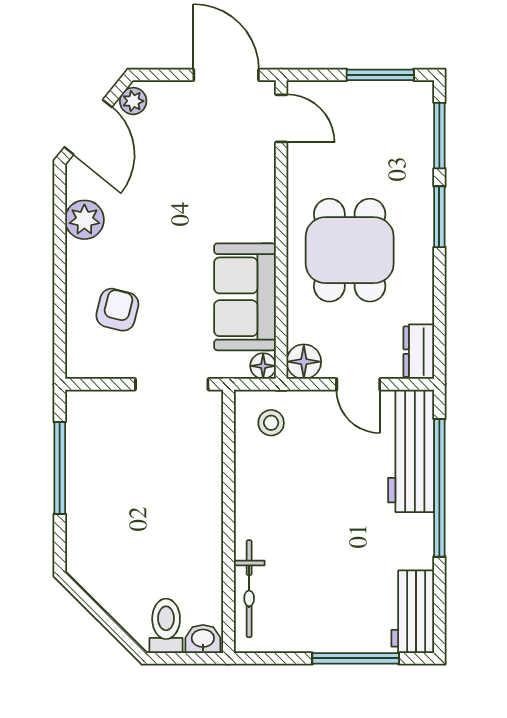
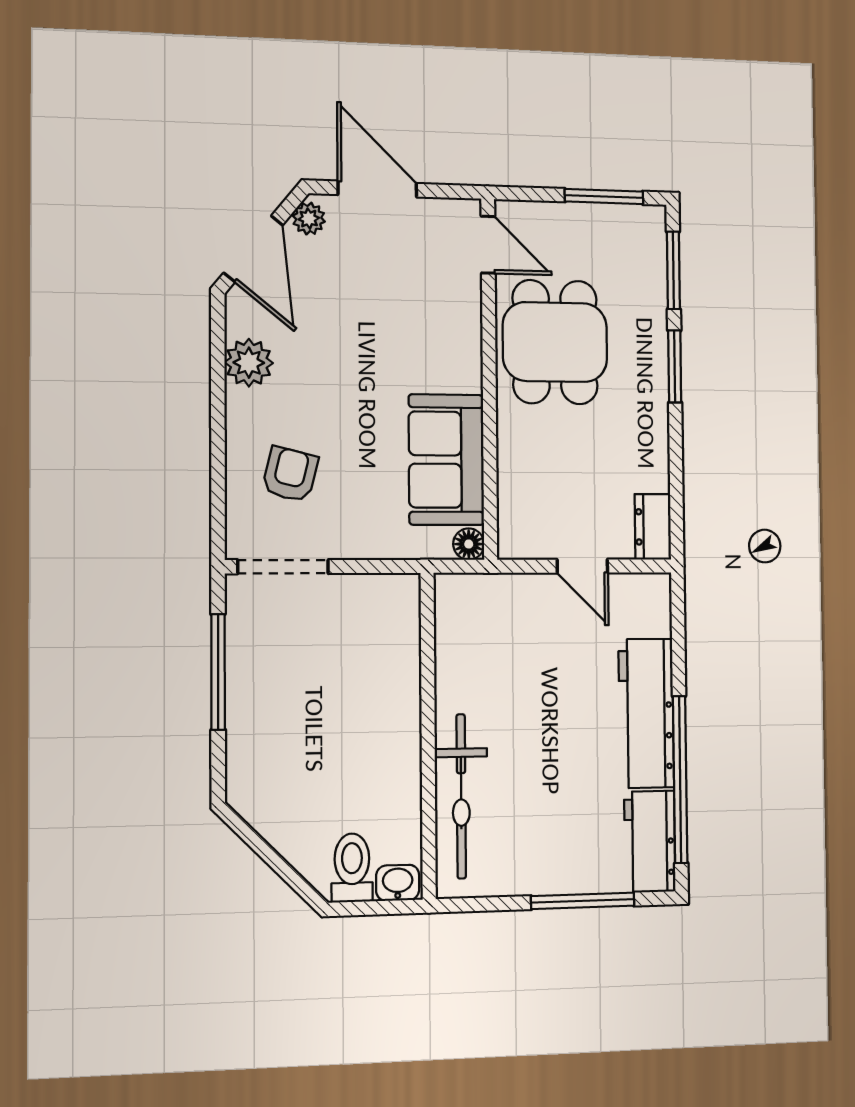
door: (226, 75) -> (377, 189), moved
dining table: (350, 250) -> (555, 342), moved
floor lamp: (304, 362) -> (518, 539), removed
doorway: (172, 384) -> (283, 567), moved
stool: (271, 423) -> (479, 613), removed
workbench: (411, 451) -> (646, 713), moved
window: (439, 488) -> (680, 779), moved
bicycle: (249, 589) -> (461, 796), width x1.37, depth x1.40

